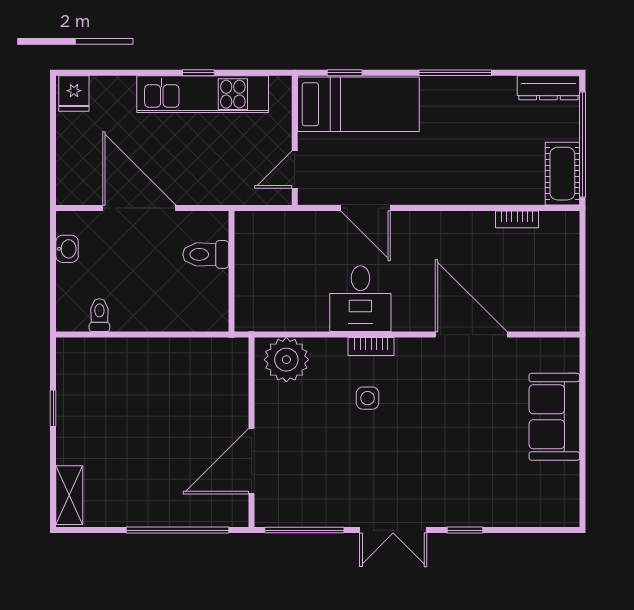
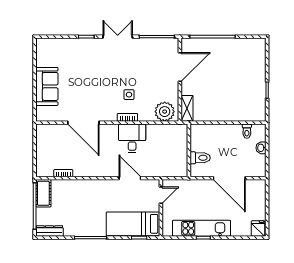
washbasin: (67, 249) -> (261, 148), moved
shelving: (69, 495) -> (187, 108), moved

